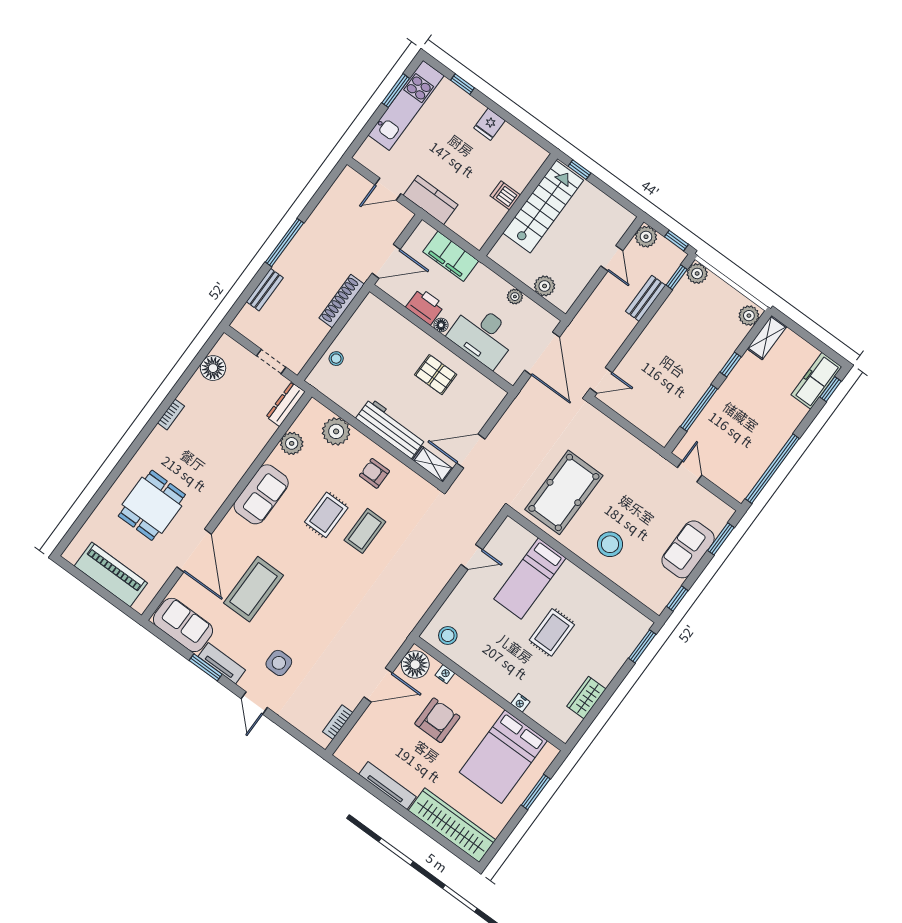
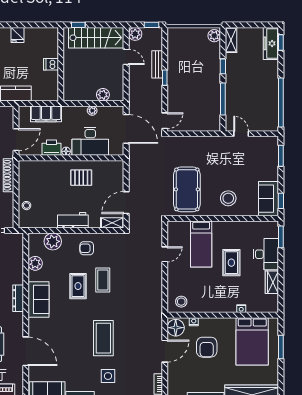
stairs: (543, 207) -> (96, 38), moved, turned 90
plant: (697, 273) -> (174, 34), removed
window: (677, 277) -> (165, 78), moved
dresser: (286, 404) -> (18, 298), moved
workbench: (391, 428) -> (73, 220), width x0.73
sofa: (688, 549) -> (269, 199), moved
coffee table: (254, 589) -> (103, 338), moved
desk: (606, 655) -> (266, 254), added
armchair: (437, 720) -> (207, 347), turned 180

